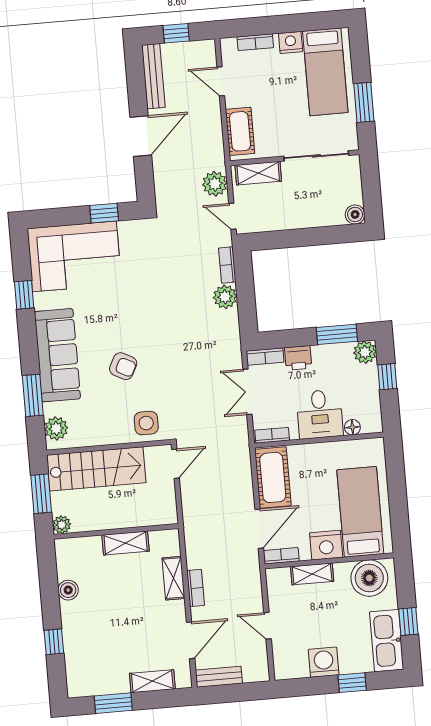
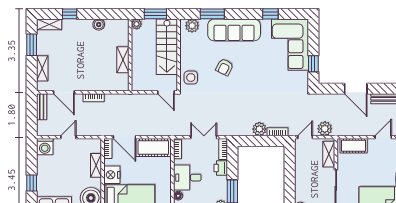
shelving: (173, 578) -> (49, 24), moved
washing machine: (324, 662) -> (45, 147), moved, turned 90

